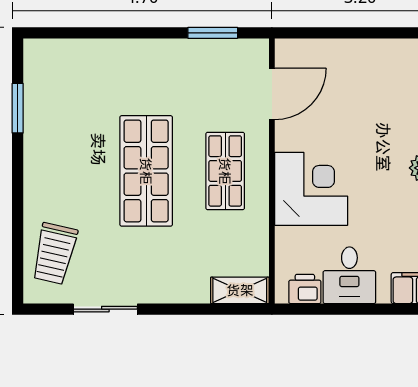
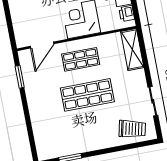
door: (272, 94) -> (42, 45), swing flipped
shelving: (240, 290) -> (132, 49), width x1.50, depth x1.33

